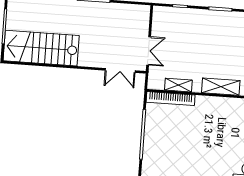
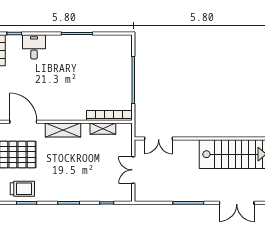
double door: (149, 51) -> (133, 170), moved
double door: (120, 70) -> (159, 138), swing flipped

